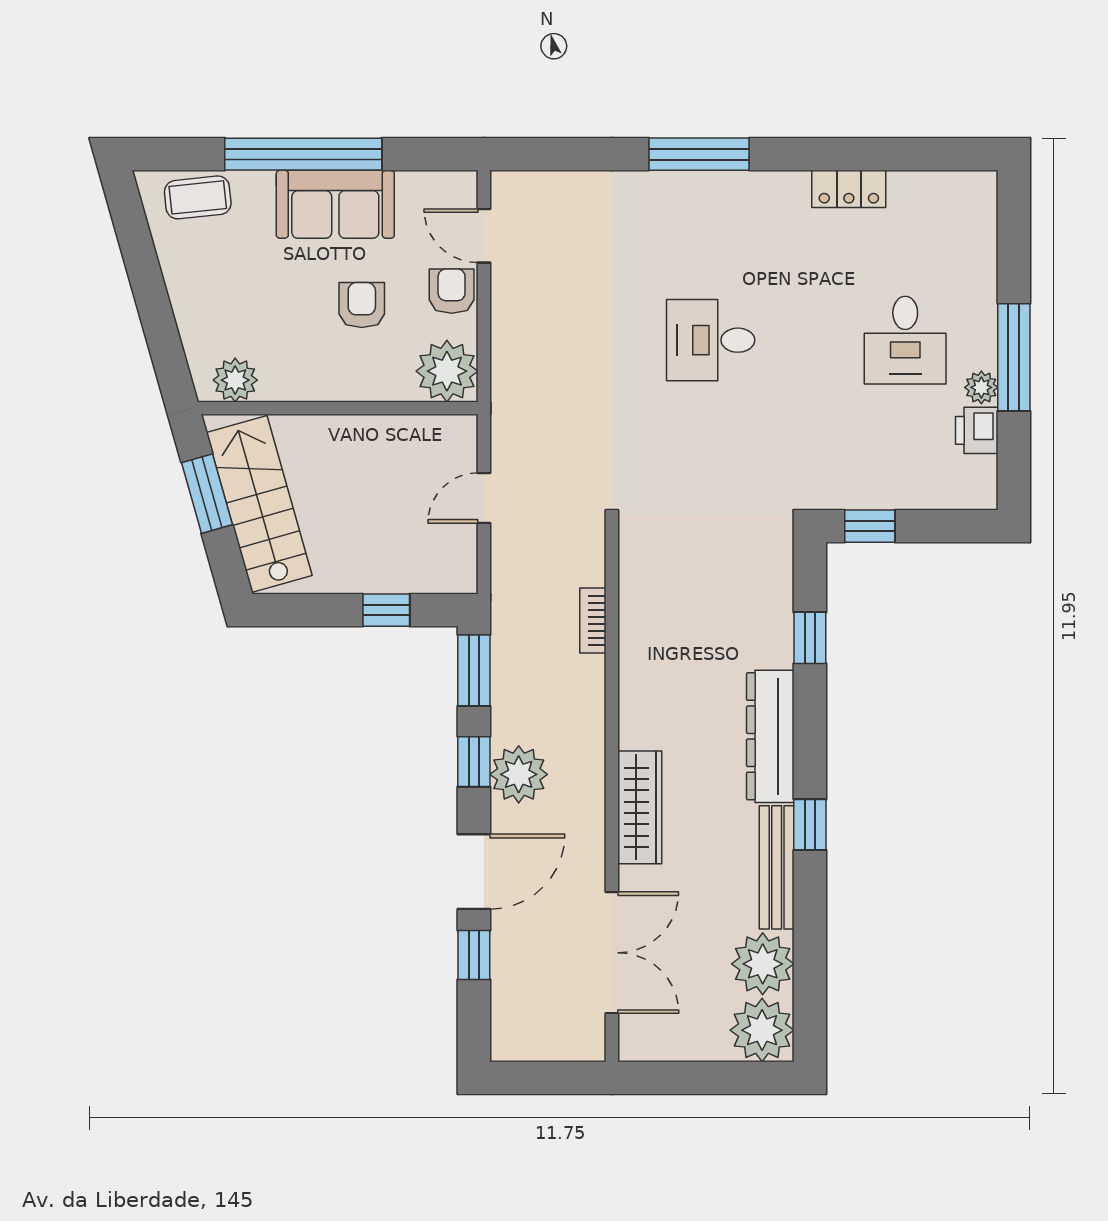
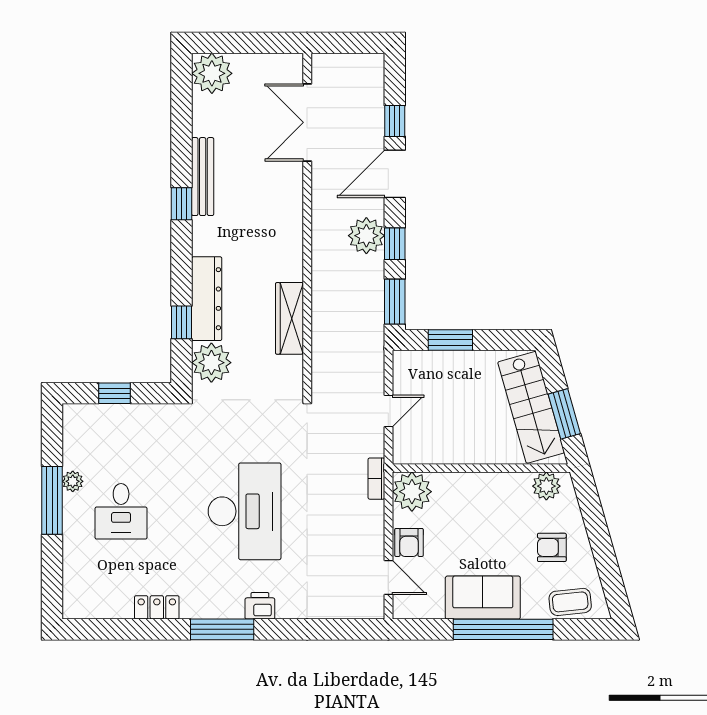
window: (699, 154) -> (222, 629), moved
armchair: (362, 305) -> (552, 547), moved, turned 90
desk: (711, 340) -> (245, 511), width x1.87, depth x1.30
desk: (905, 340) -> (121, 511), turned 180
printer: (977, 430) -> (260, 606), moved, turned -90
window: (870, 526) -> (115, 393), moved
window: (386, 610) -> (450, 340), width x1.50
bookcase: (593, 620) -> (376, 479), moved, turned 180
dresser: (770, 736) -> (207, 299), moved
wardrobe: (640, 807) -> (290, 318), moved
plant: (763, 964) -> (211, 363), moved

